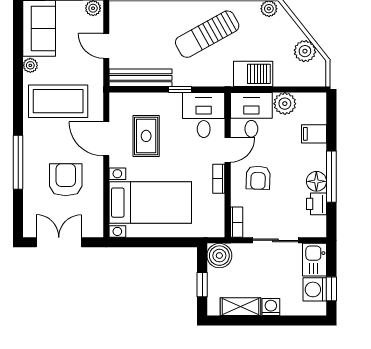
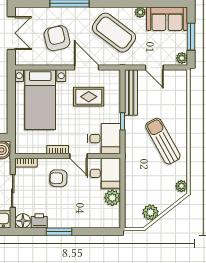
door: (106, 46) -> (154, 68), swing flipped
barbecue: (253, 74) -> (134, 175), removed
coffee table: (58, 101) -> (114, 33), turned -53
filing cabinet: (314, 134) -> (90, 219), removed
door: (106, 139) -> (87, 68), hinge flipped
window: (331, 177) -> (59, 232), width x0.69
armchair: (66, 180) -> (57, 38), turned -103
floor lamp: (316, 181) -> (23, 221), moved

